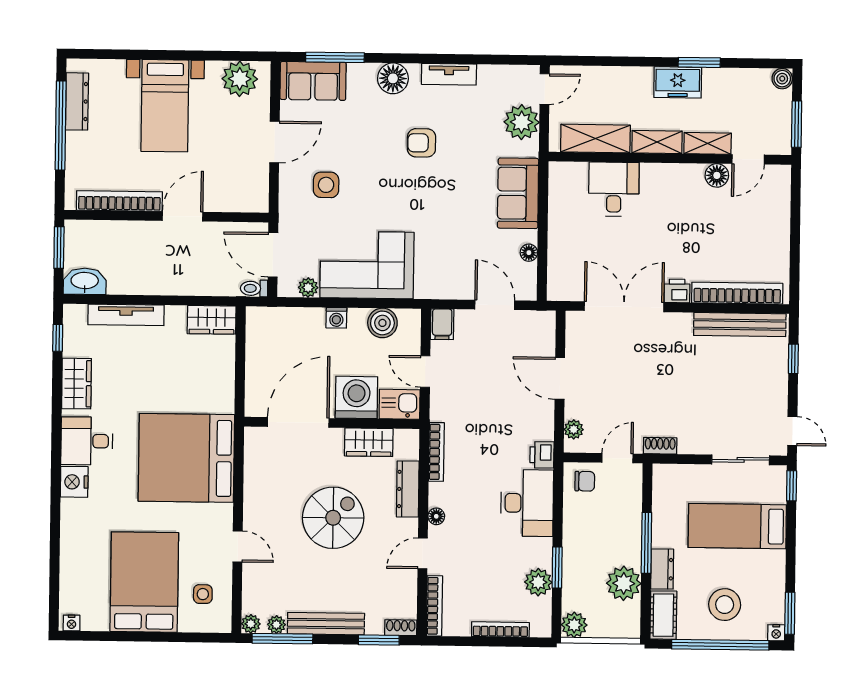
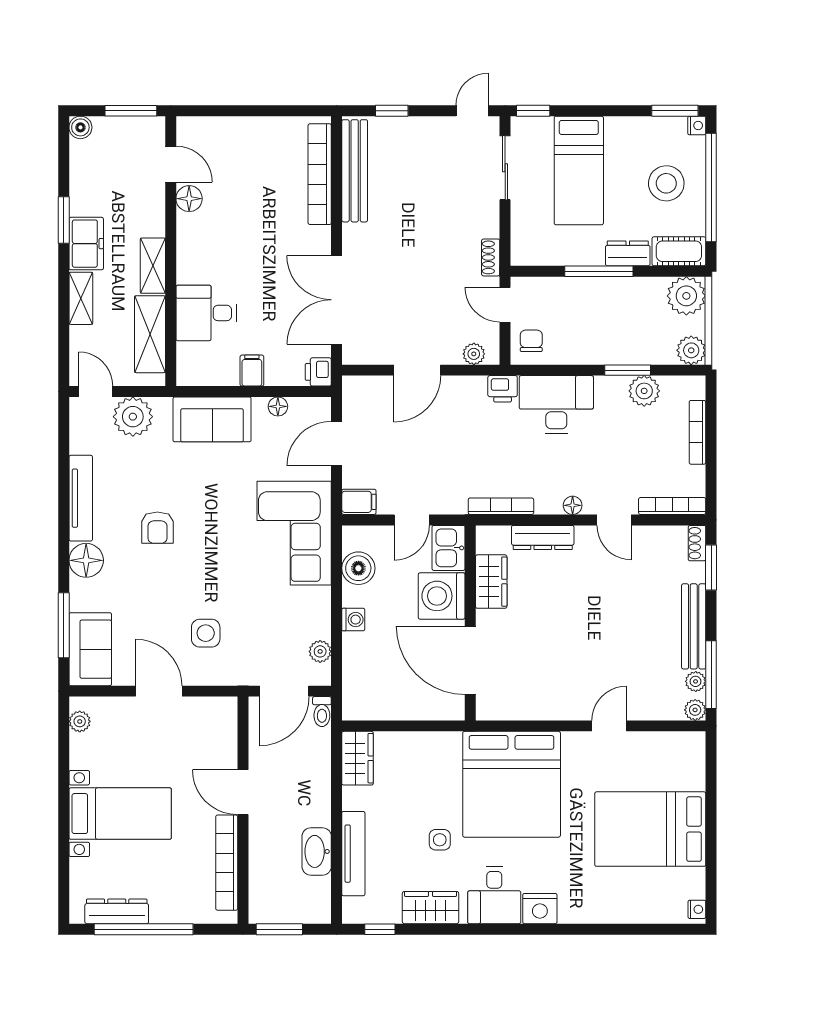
tv unit: (449, 74) -> (81, 498), width x1.41
plant: (240, 79) -> (80, 721), width x0.53, depth x0.53
shelving: (708, 143) -> (81, 298), moved
filing cabinet: (561, 230) -> (252, 371), added
corner sofa: (367, 265) -> (294, 533), moved
washbasin: (85, 281) -> (317, 851), moved
printer: (677, 291) -> (318, 372), moved
spiral stairs: (333, 518) -> (576, 620), removed
plant: (624, 583) -> (686, 296), moved
side table: (203, 594) -> (440, 840), moved

